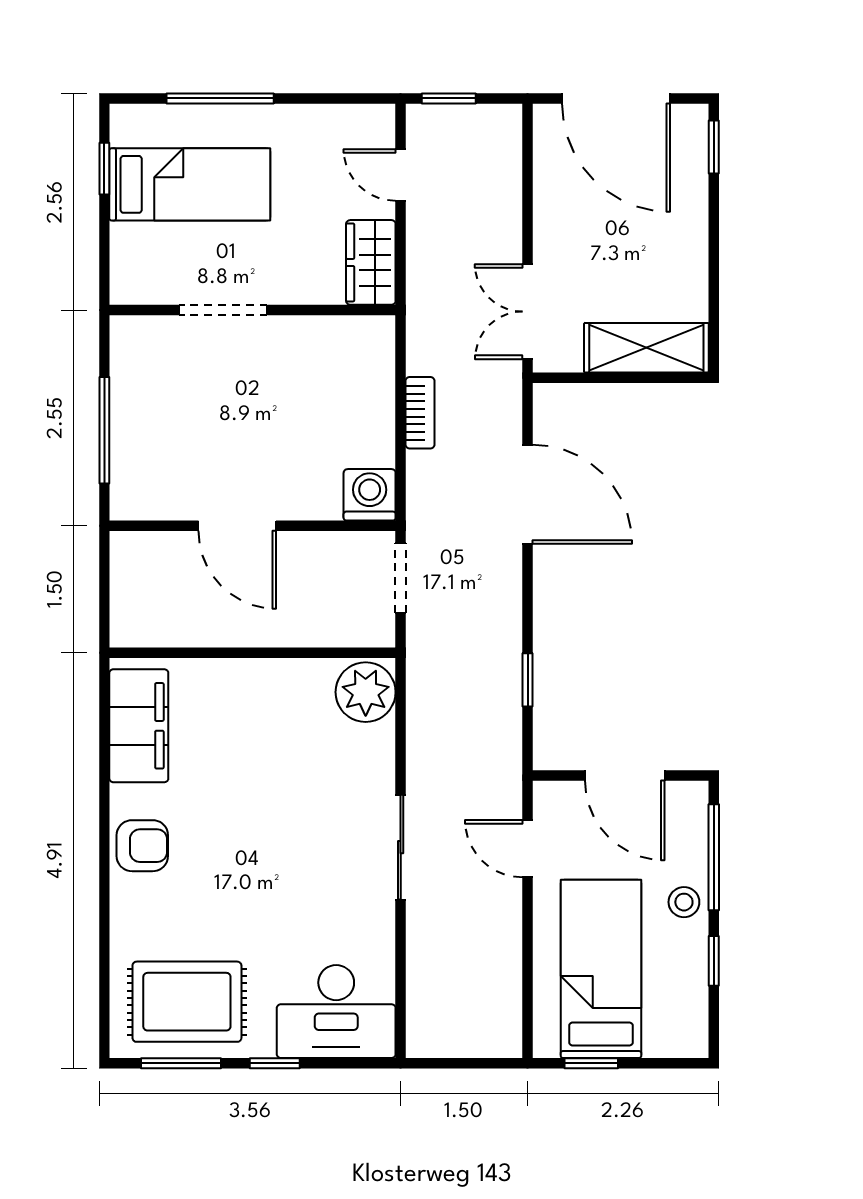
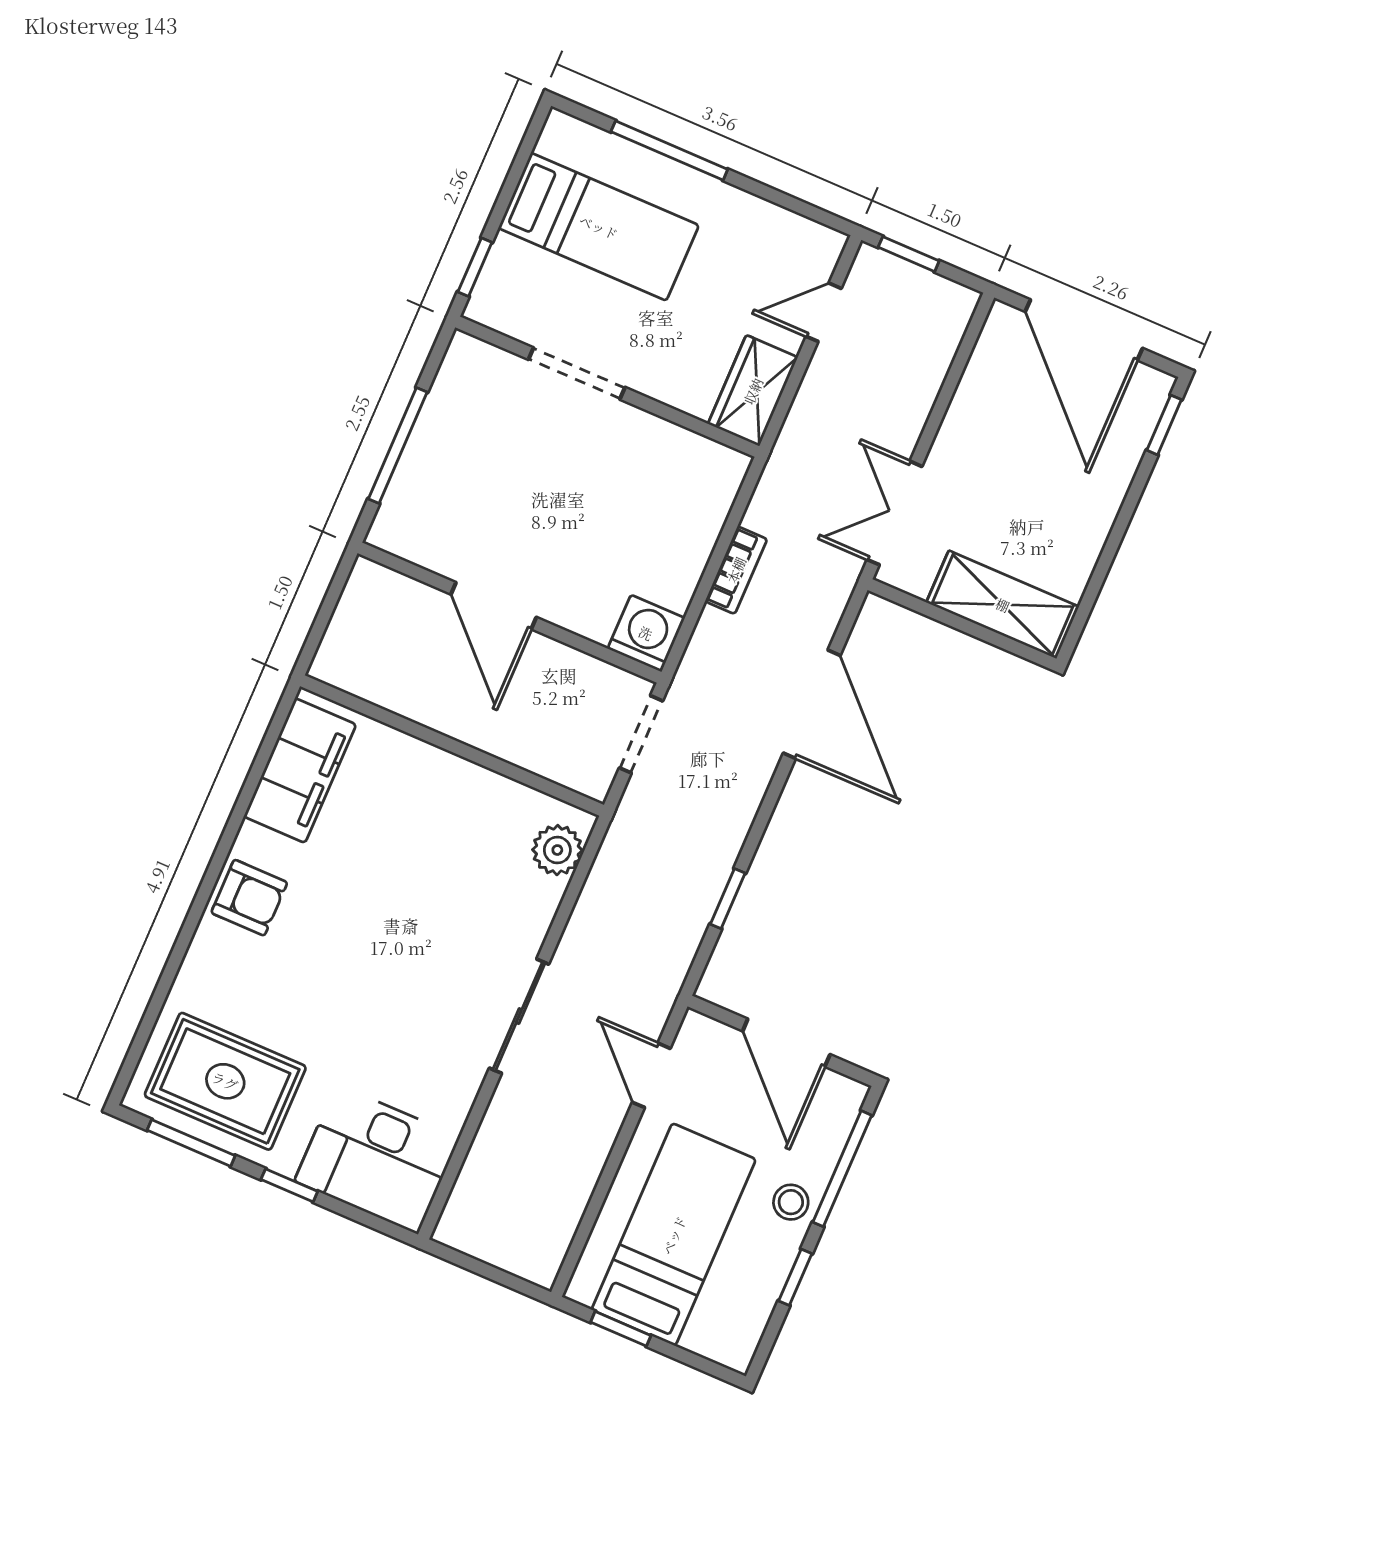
window: (104, 169) -> (475, 267), moved
door: (401, 175) -> (824, 312), hinge flipped
plant: (366, 692) -> (557, 850), width x0.73, depth x0.73

